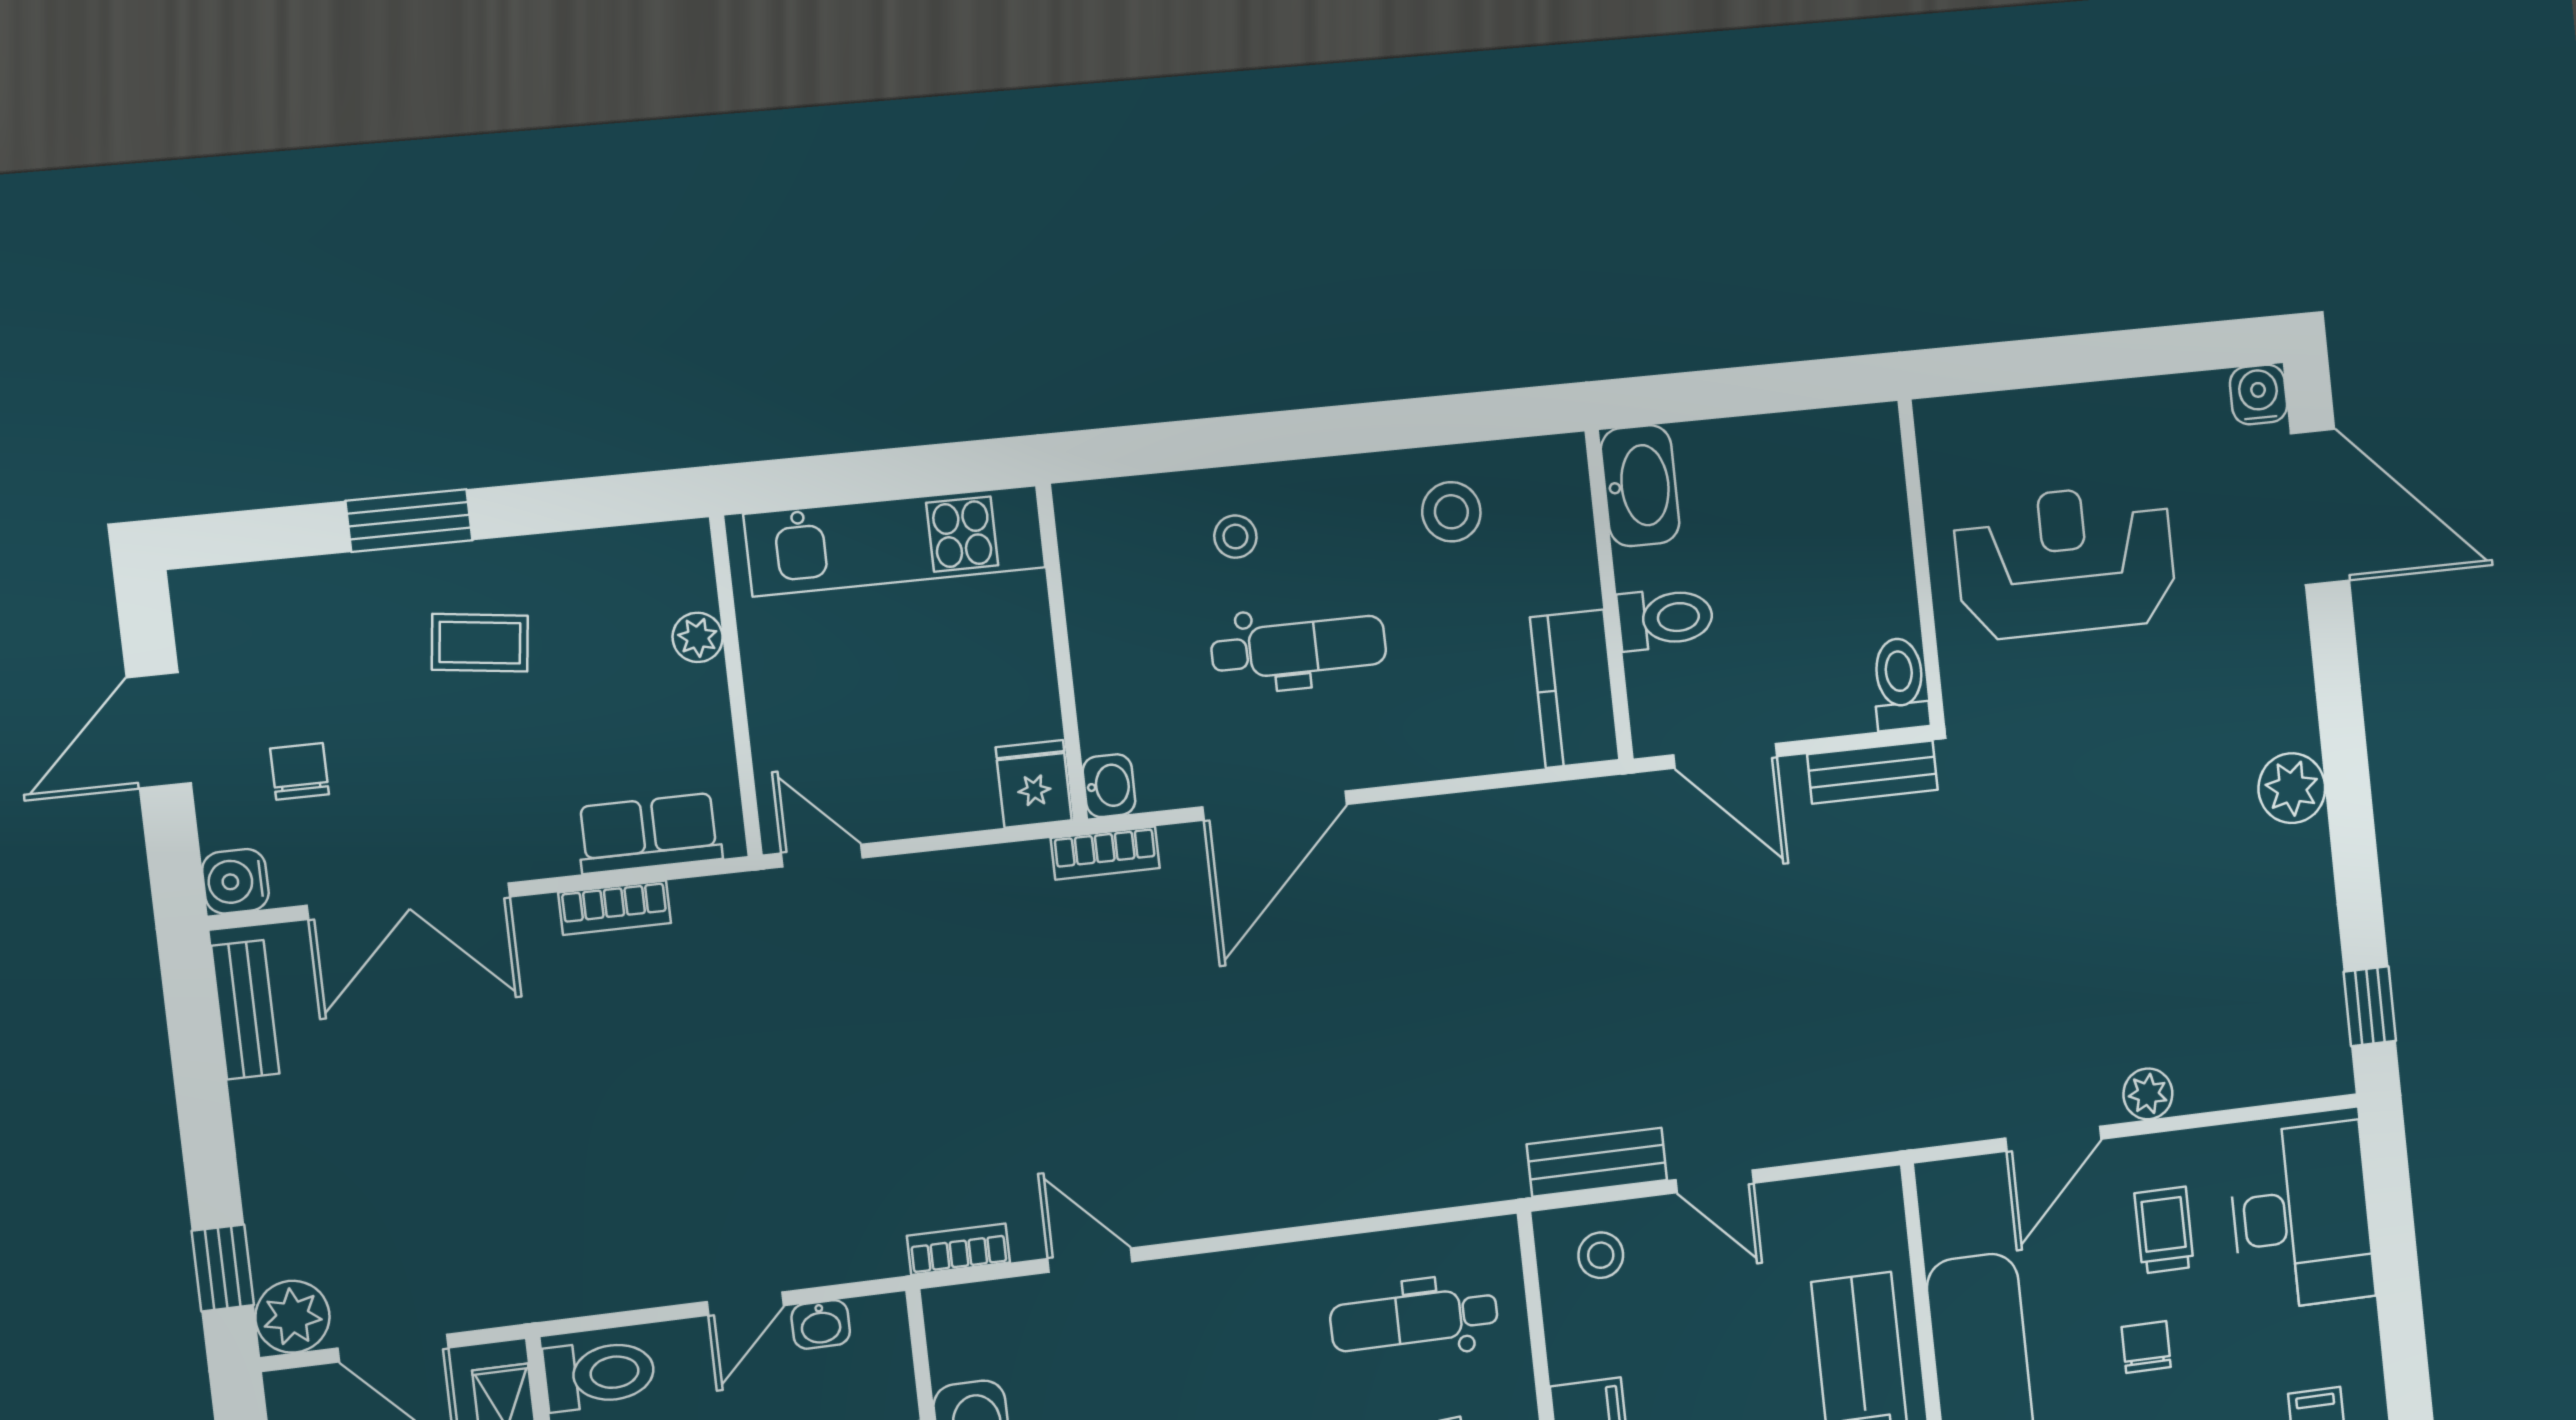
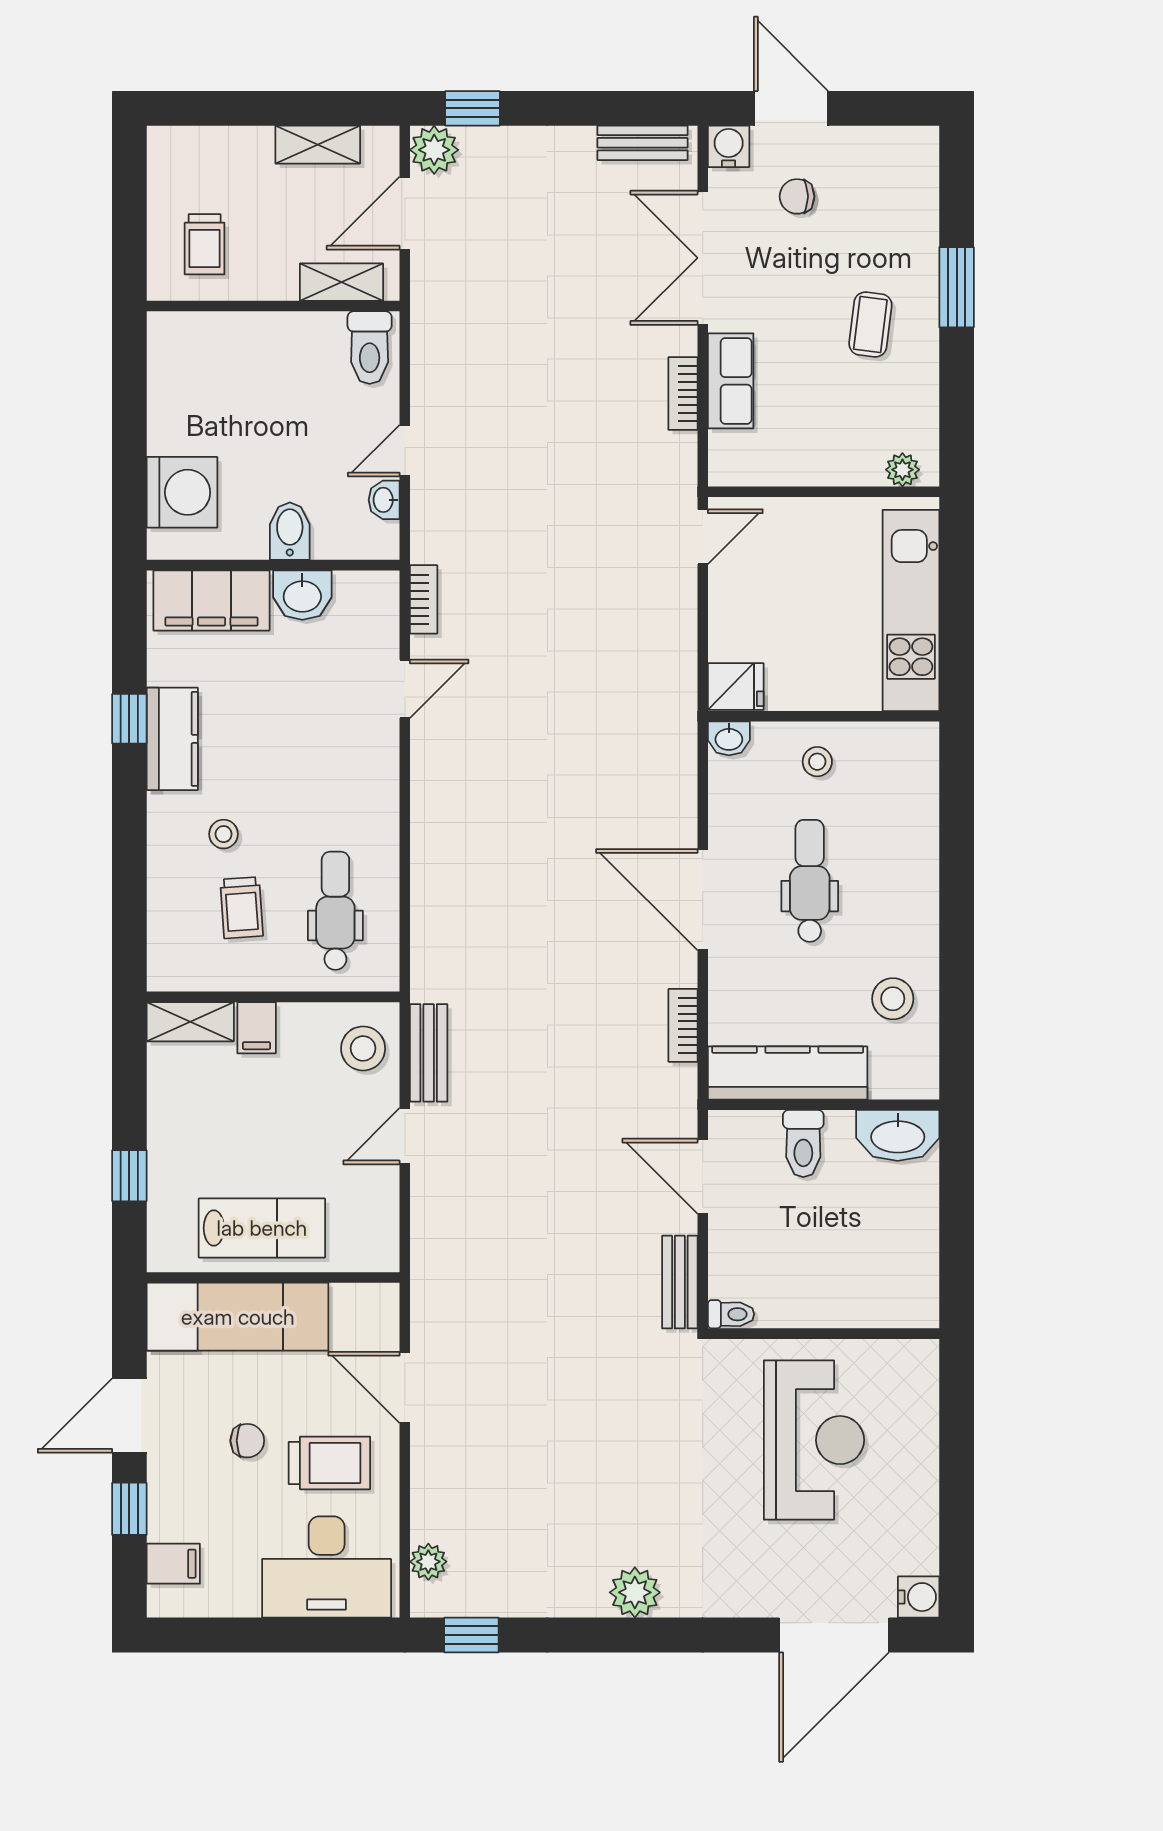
stool: (1235, 537) -> (817, 762), moved
plant: (698, 637) -> (902, 470), moved
dental chair: (1299, 648) -> (810, 881), turned 180
toilet: (1900, 684) -> (731, 1314), width x0.73, depth x0.72
kitchen counter: (1575, 689) -> (788, 1073), width x1.50
door: (159, 730) -> (791, 108), moved
door: (1725, 756) -> (703, 1176), hinge flipped
chair: (300, 771) -> (797, 196), turned 180
door: (1275, 806) -> (703, 900), moved
row of seats: (649, 833) -> (731, 381), moved
bookcase: (1105, 853) -> (683, 1025), moved
plant: (2148, 1094) -> (428, 1562), moved
trolley: (2164, 1230) -> (329, 1463), width x1.36, depth x1.39
stool: (1601, 1255) -> (363, 1048), width x1.37, depth x1.37
door: (745, 1304) -> (405, 451), hinge flipped

